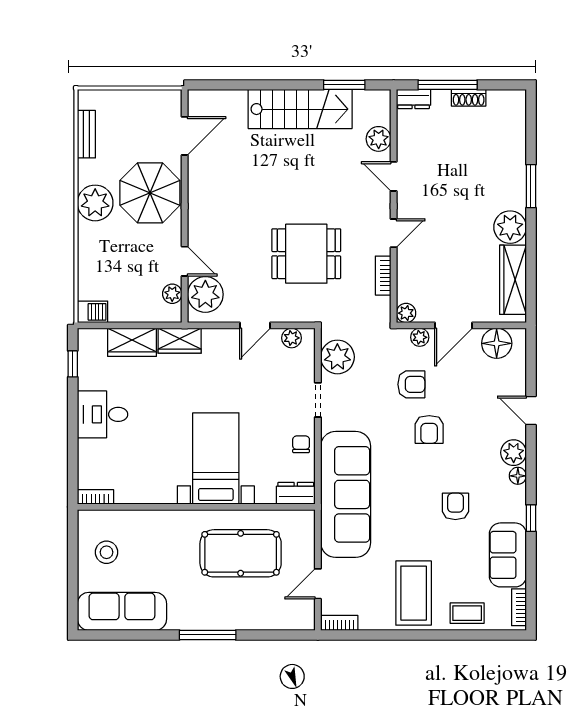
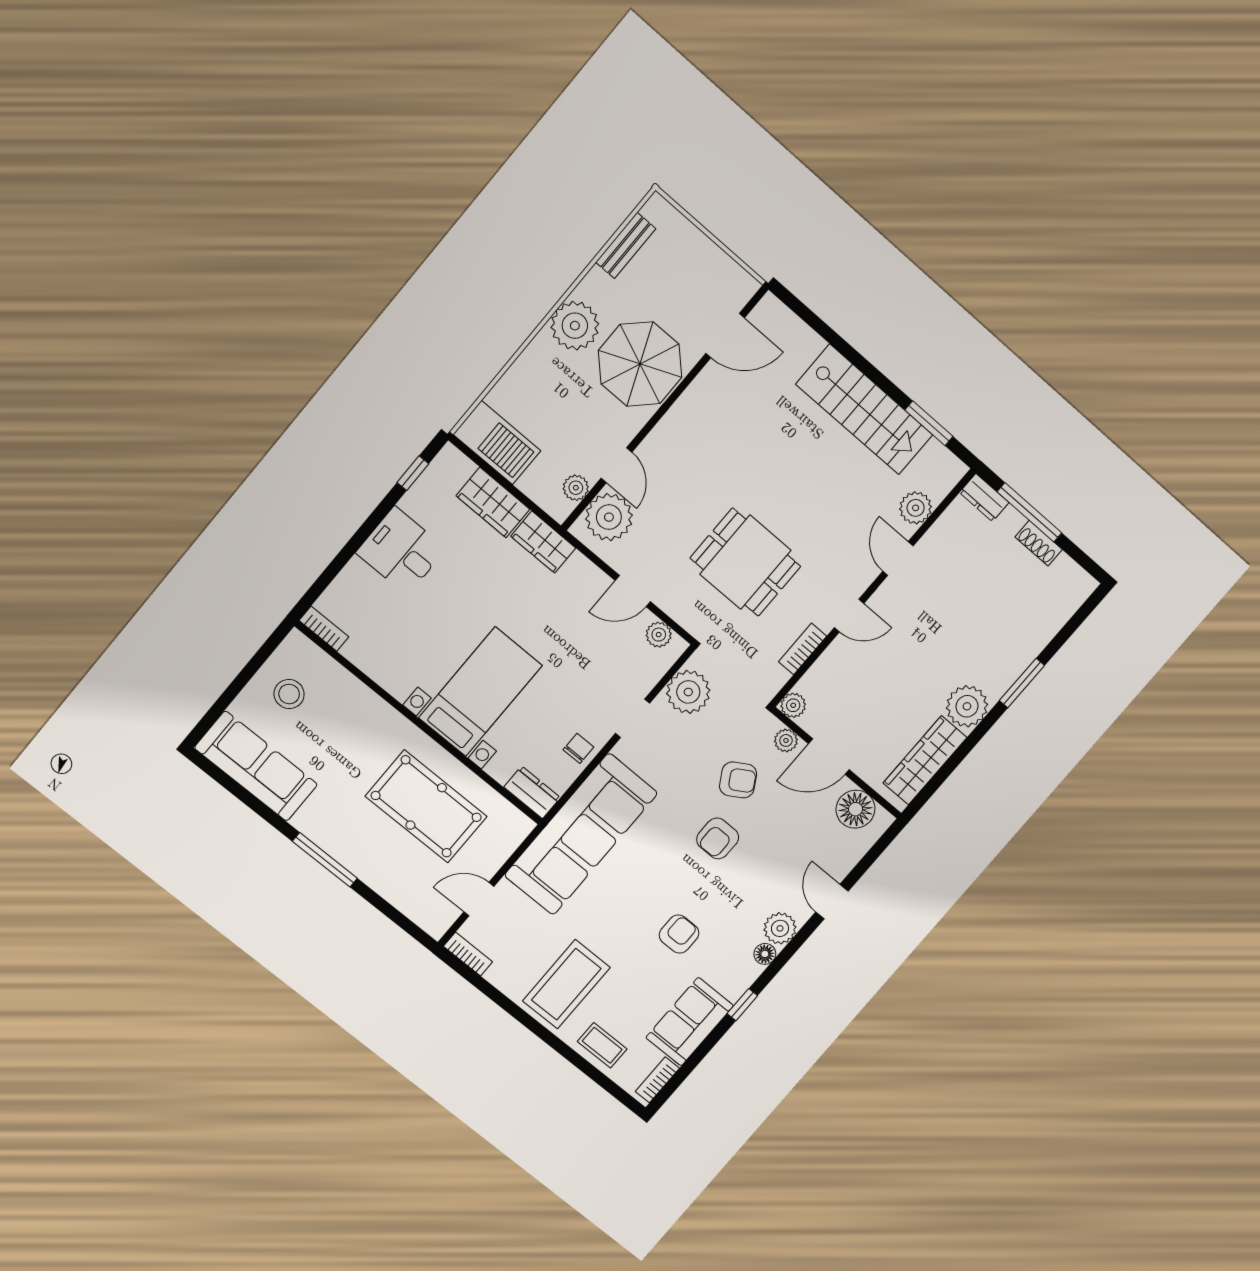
barbecue: (92, 312) -> (497, 443), width x1.88, depth x1.53
armchair: (411, 384) -> (738, 780), turned -31

